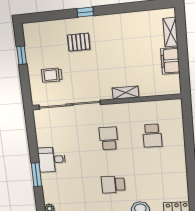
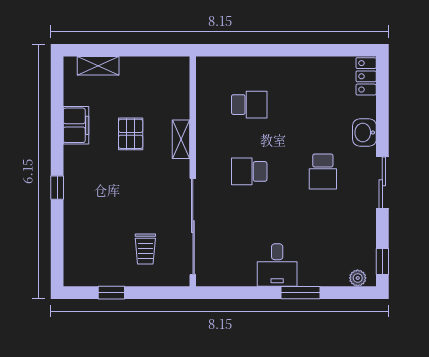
pallet: (79, 42) -> (131, 134), moved
filing cabinet: (170, 61) -> (76, 125), moved, turned -90

